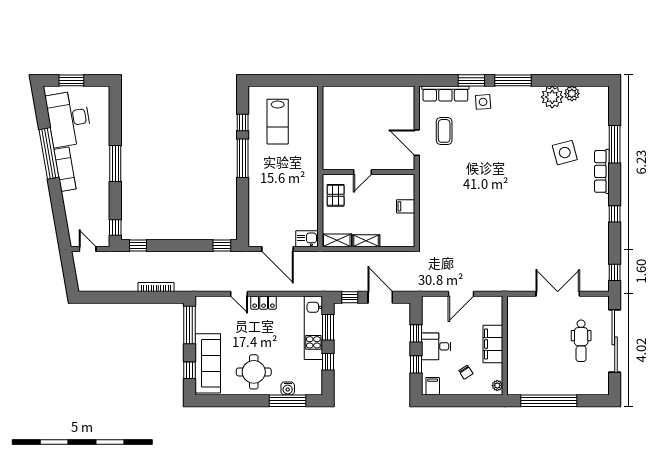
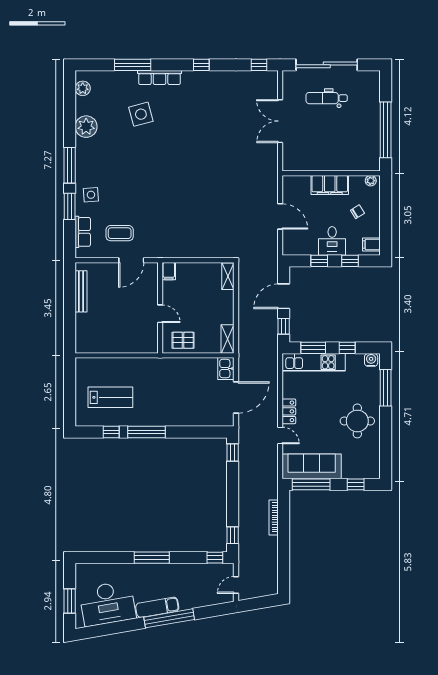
bench: (385, 92) -> (81, 291), added
row of seats: (445, 94) -> (83, 232), width x0.68
plant: (572, 94) -> (83, 88), moved
window: (49, 153) -> (169, 618), moved
filing cabinet: (406, 206) -> (169, 271), moved
shelving: (366, 241) -> (228, 276), moved
door: (239, 294) -> (280, 436), hinge flipped
dental chair: (581, 341) -> (327, 98), turned 180
sofa: (208, 363) -> (312, 466), moved
water cooler: (288, 388) -> (371, 360), moved, turned -90

